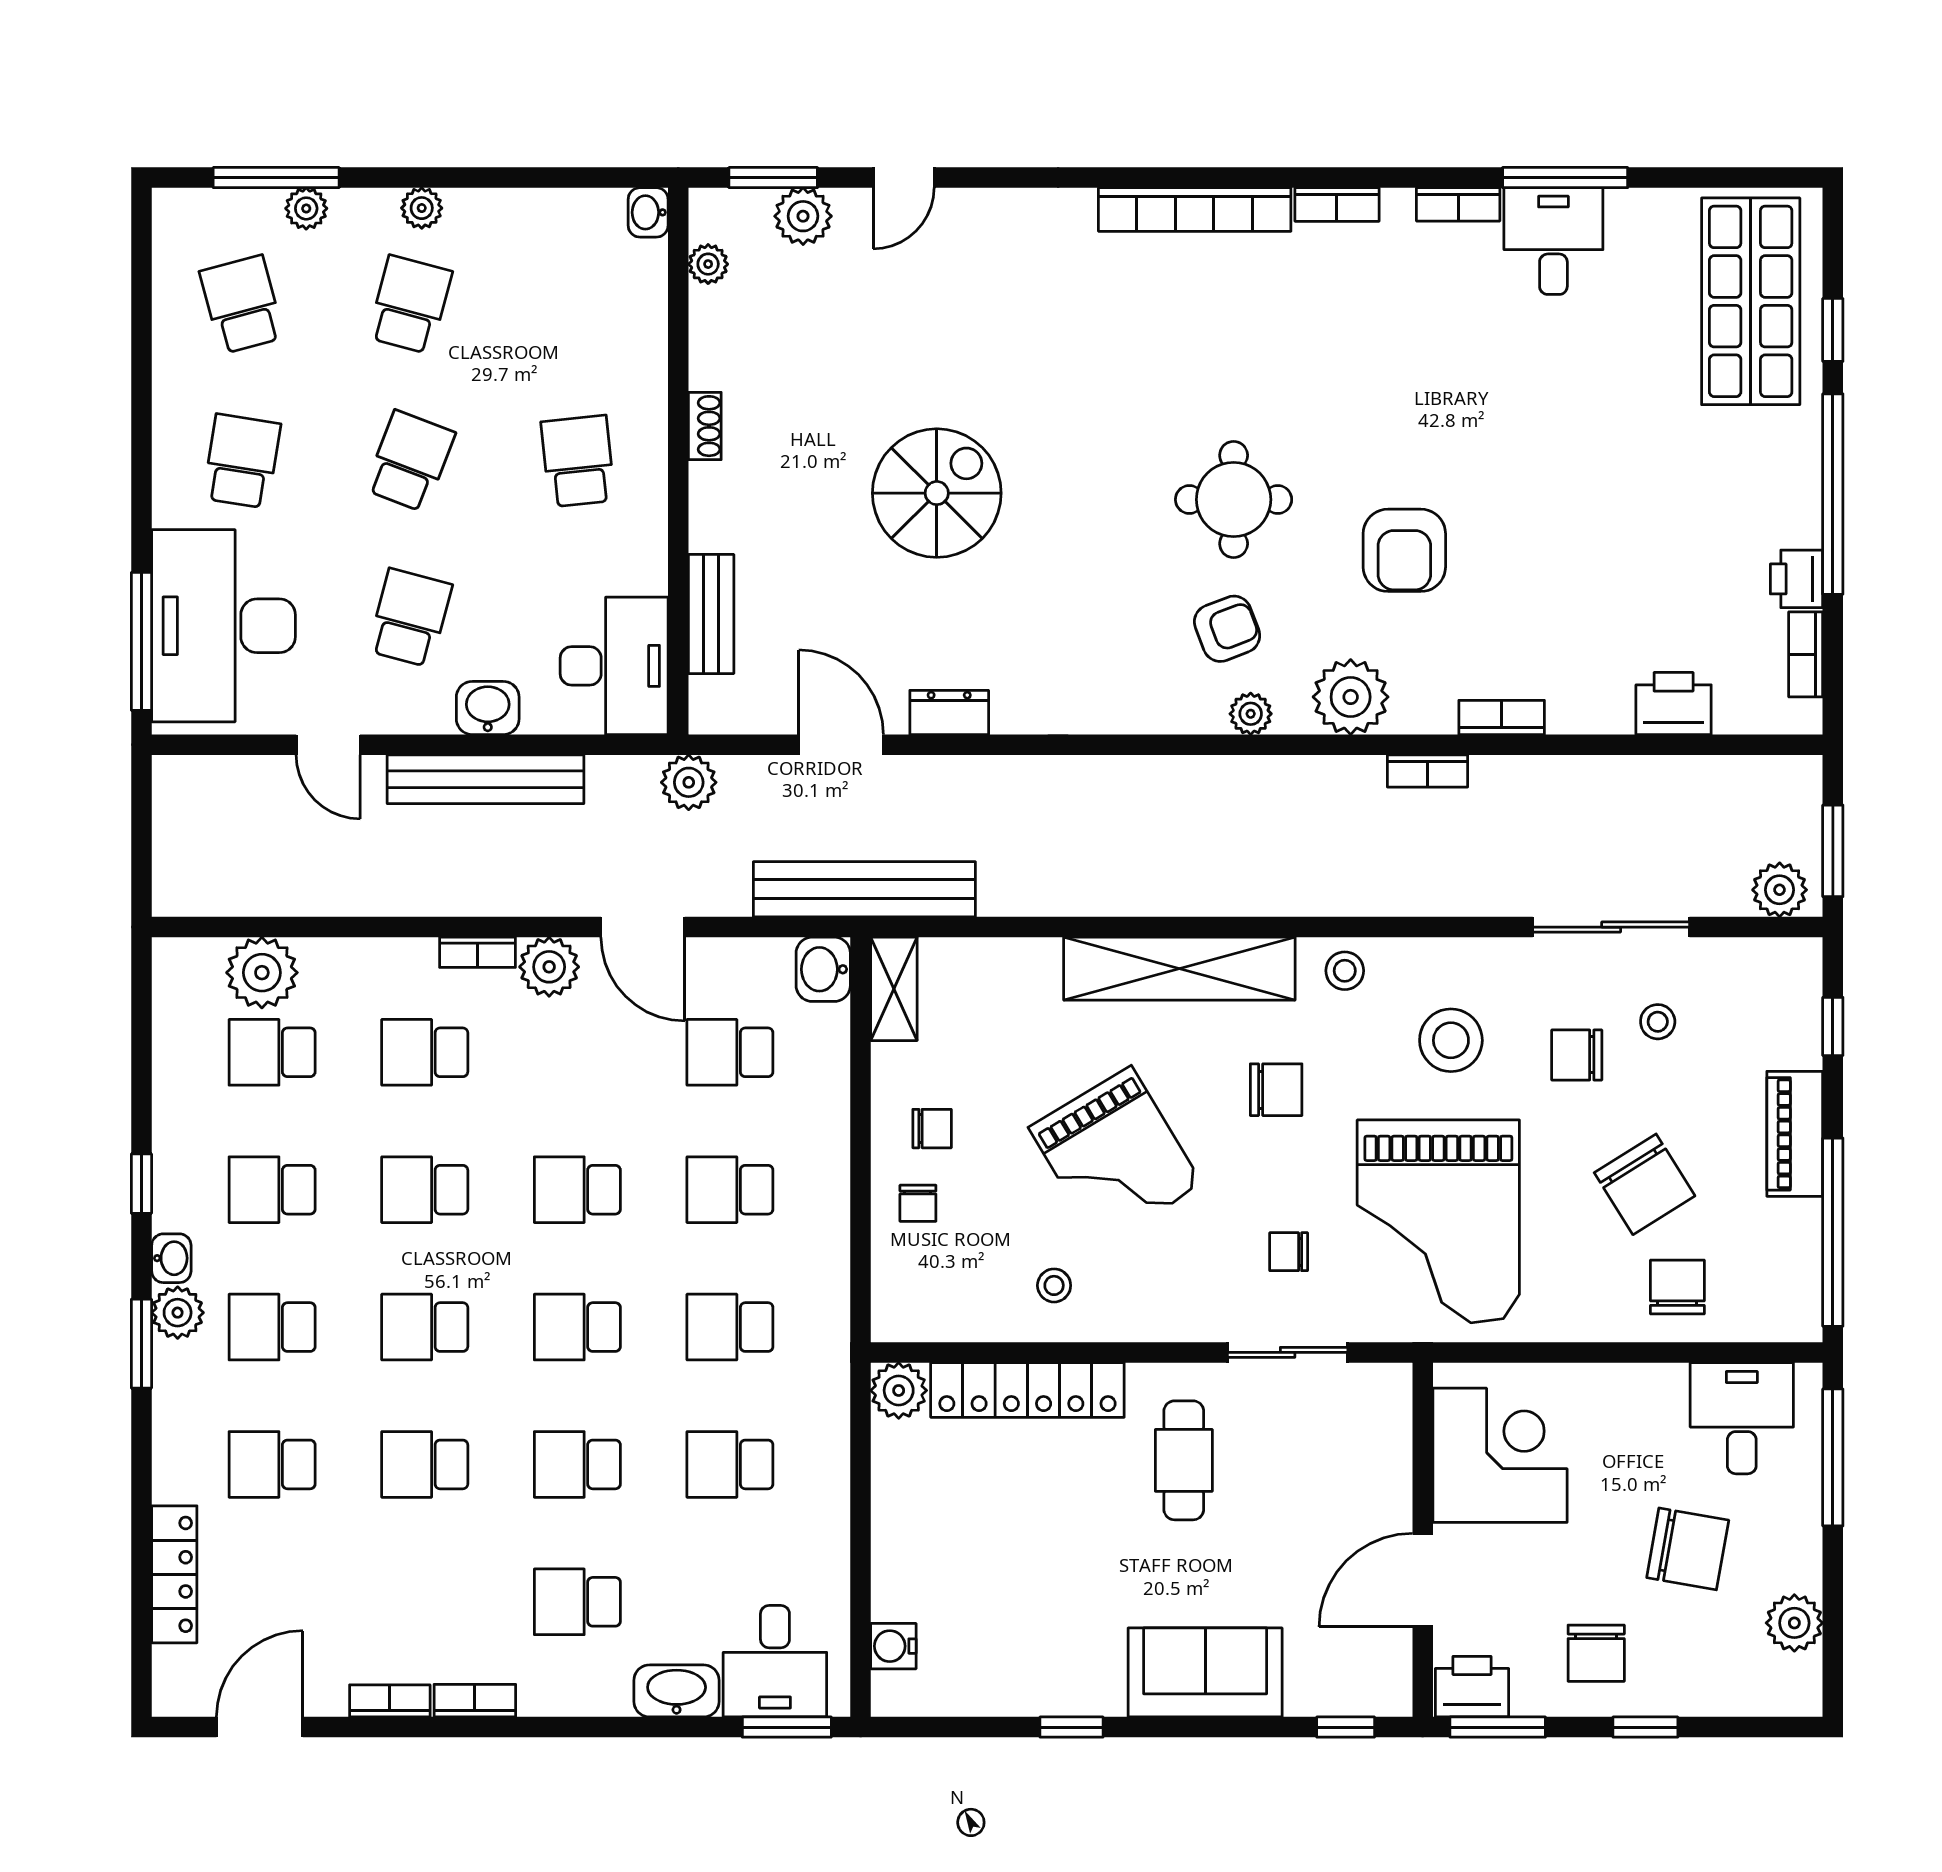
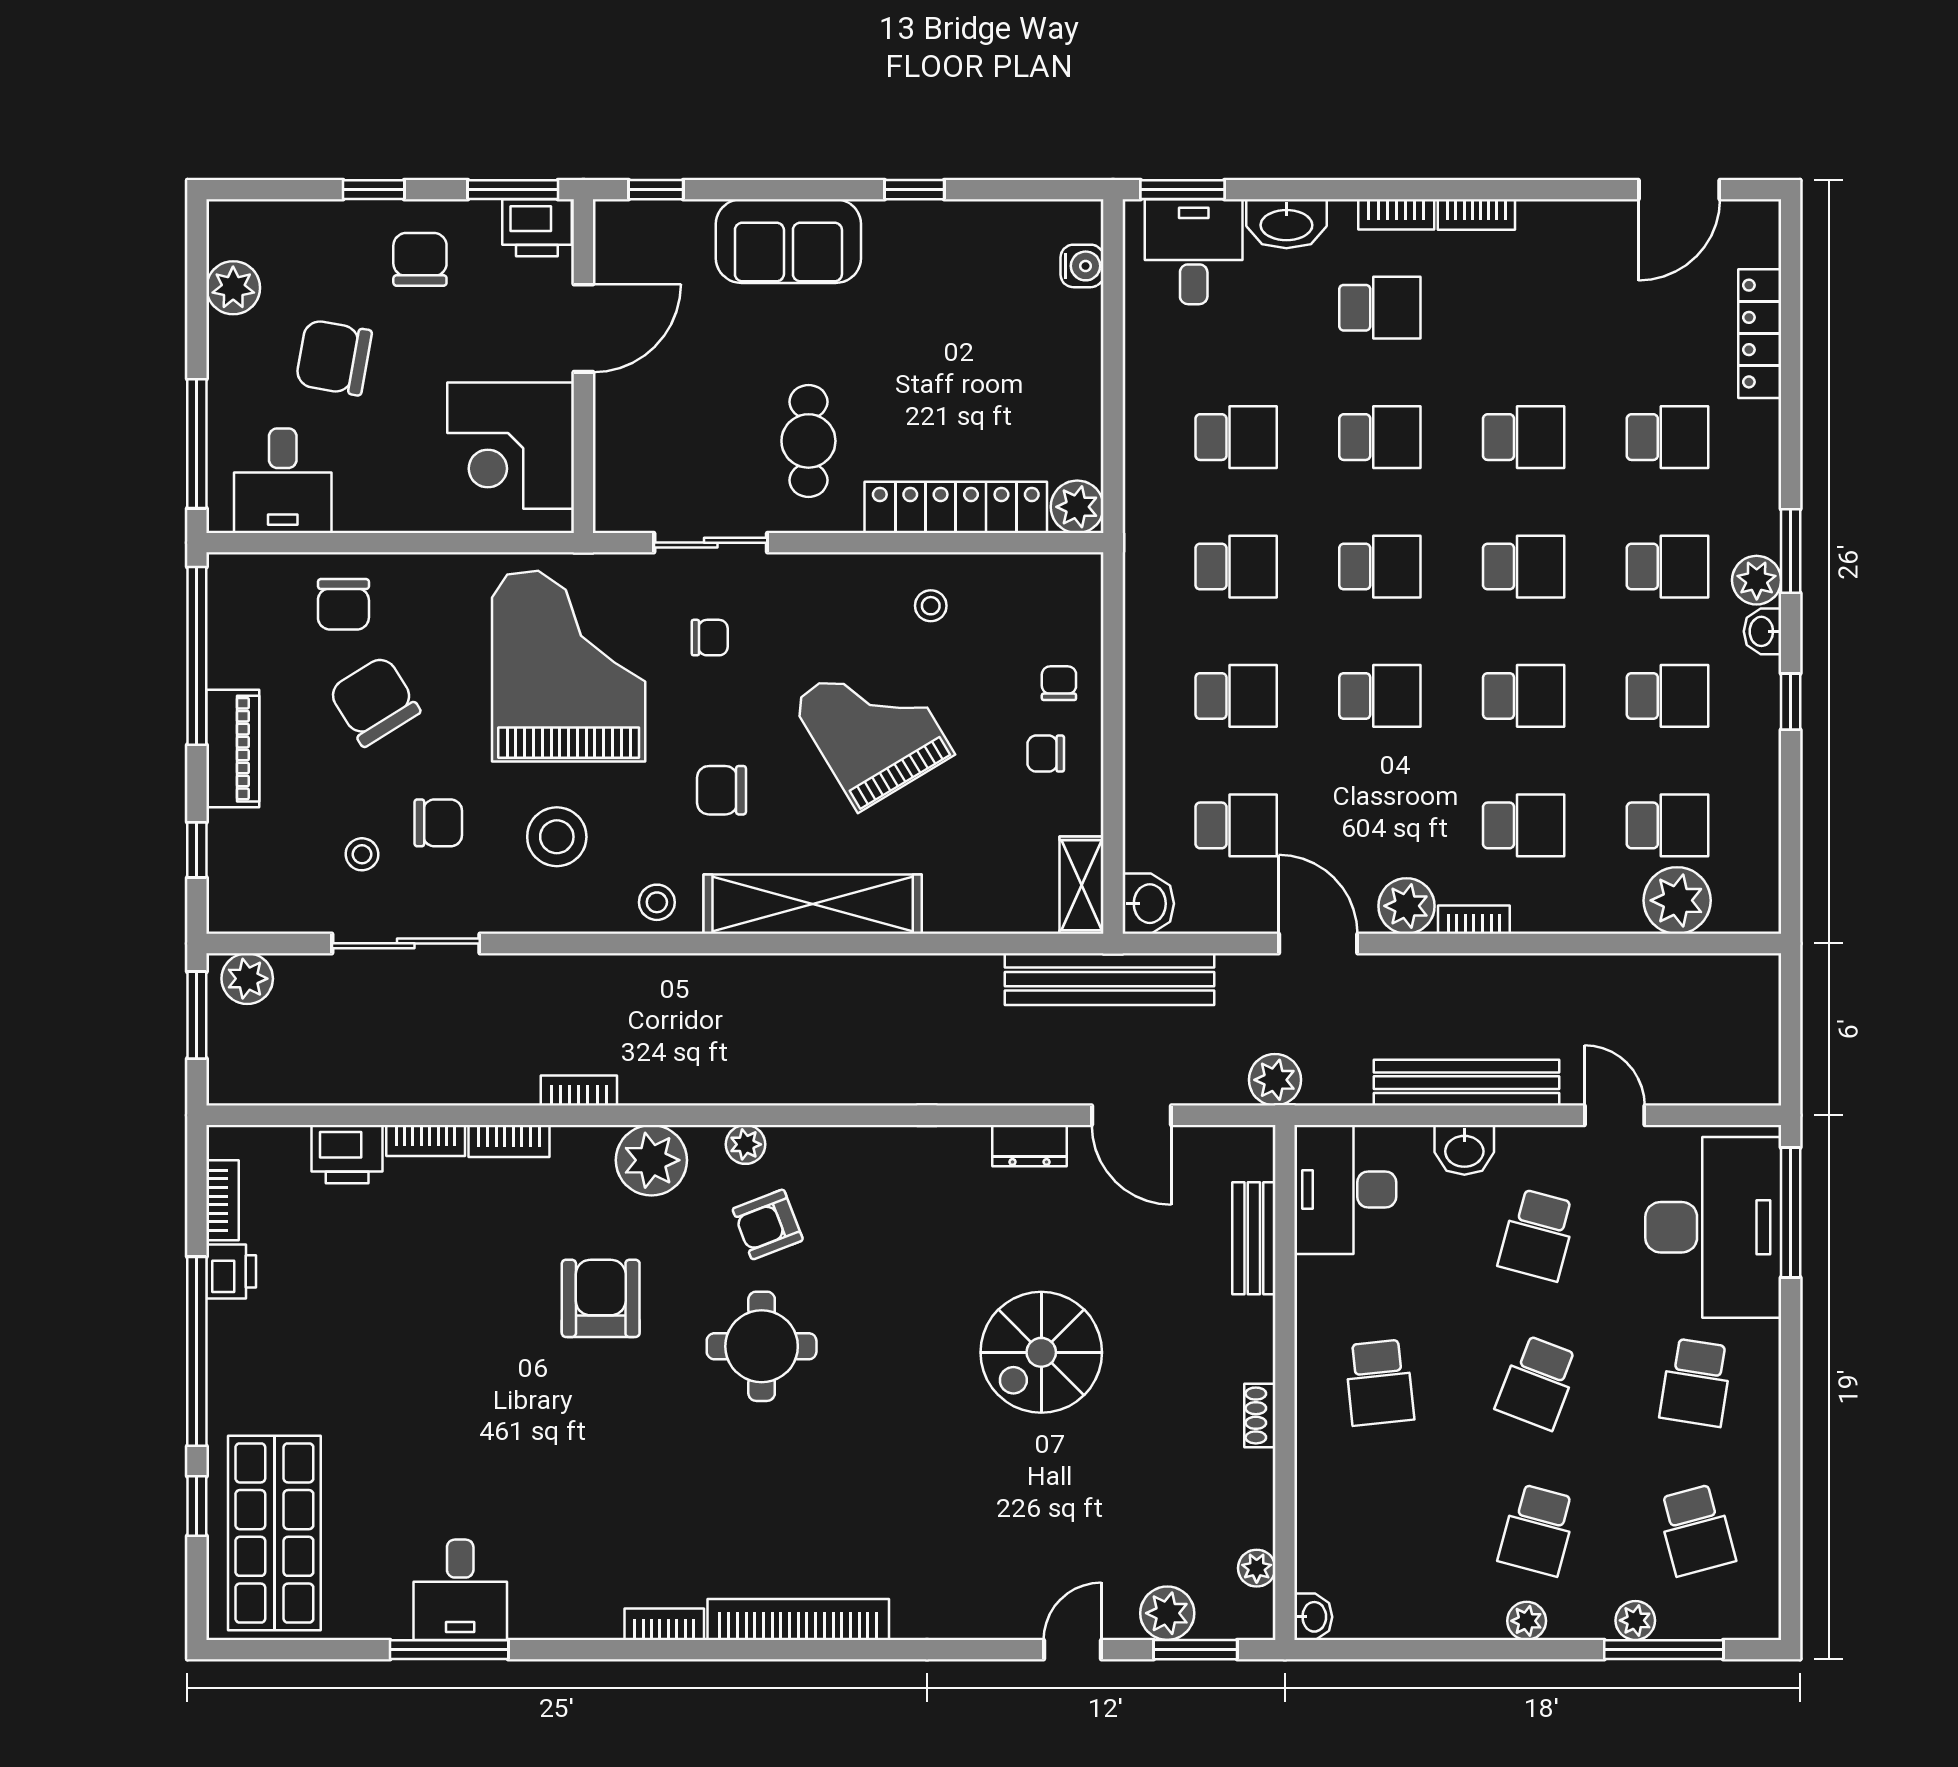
bookcase: (1458, 204) -> (426, 1140), moved, turned 180
bookcase: (390, 1701) -> (1396, 214), moved

